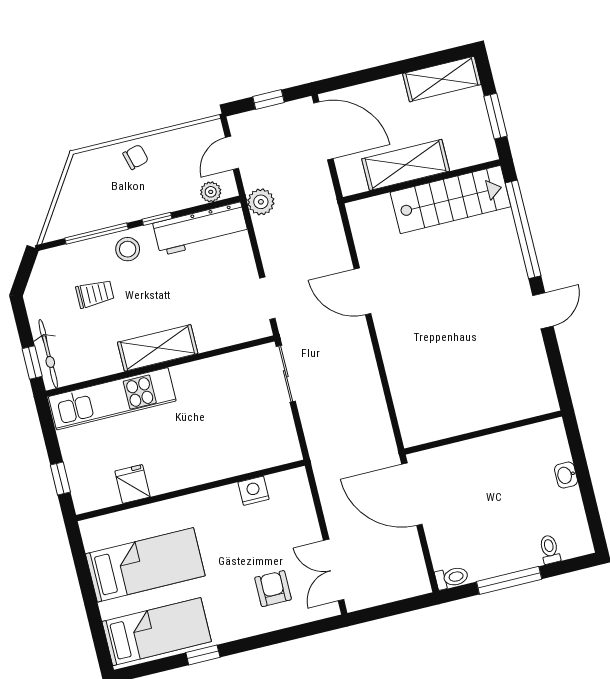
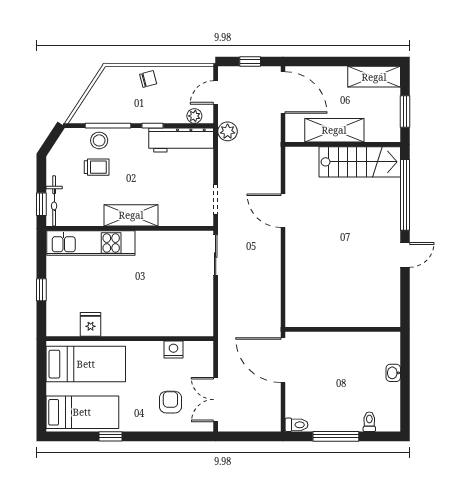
stool: (128, 249) -> (99, 140), moved
fridge: (133, 484) -> (91, 324), moved
wall: (190, 490) -> (130, 339), moved
nightstand: (253, 491) -> (173, 350), moved

